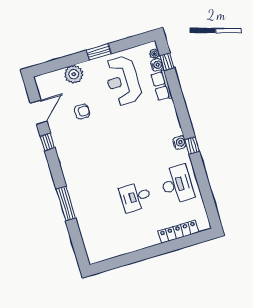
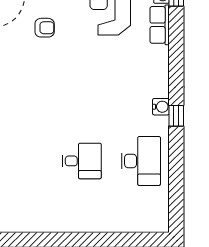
desk: (136, 197) -> (82, 161), turned 180
locker: (178, 232) -> (124, 224), removed

